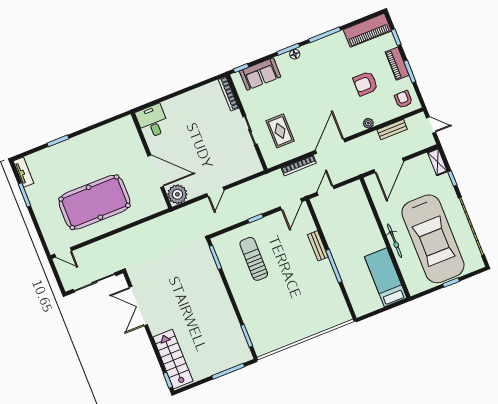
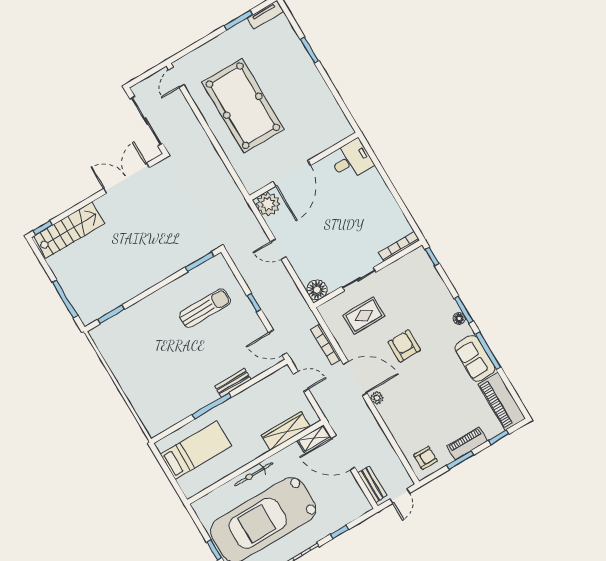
sofa: (260, 74) -> (475, 358), moved
armchair: (365, 84) -> (404, 346), moved
plant: (368, 123) -> (377, 398), moved
bench: (392, 129) -> (372, 484), moved
shelving: (437, 162) -> (314, 438), moved
floor lamp: (253, 166) -> (317, 290), added
wardrobe: (364, 209) -> (286, 431), added
bed: (386, 277) -> (196, 450), moved

